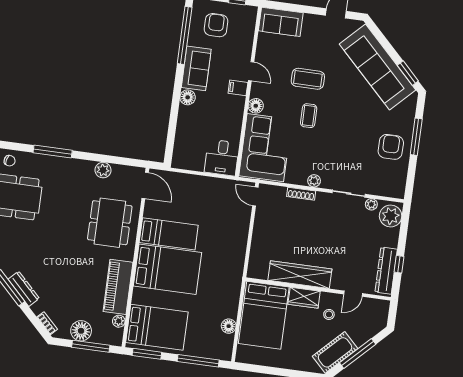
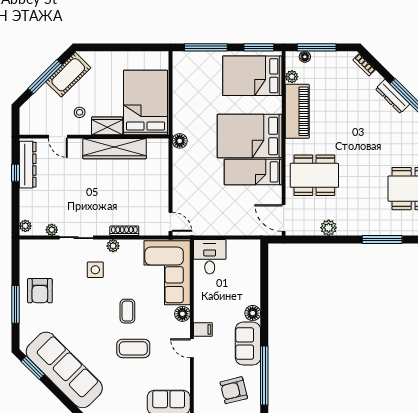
armchair: (216, 25) -> (234, 390), turned 76
side table: (334, 160) -> (95, 270), added
plant: (391, 216) -> (25, 226), width x0.53, depth x0.53
dining table: (110, 223) -> (314, 175), turned 90
door: (353, 294) -> (58, 137), swing flipped
floor lamp: (229, 326) -> (180, 141), moved
floor lamp: (81, 331) -> (305, 57), moved, width x0.53, depth x0.53

